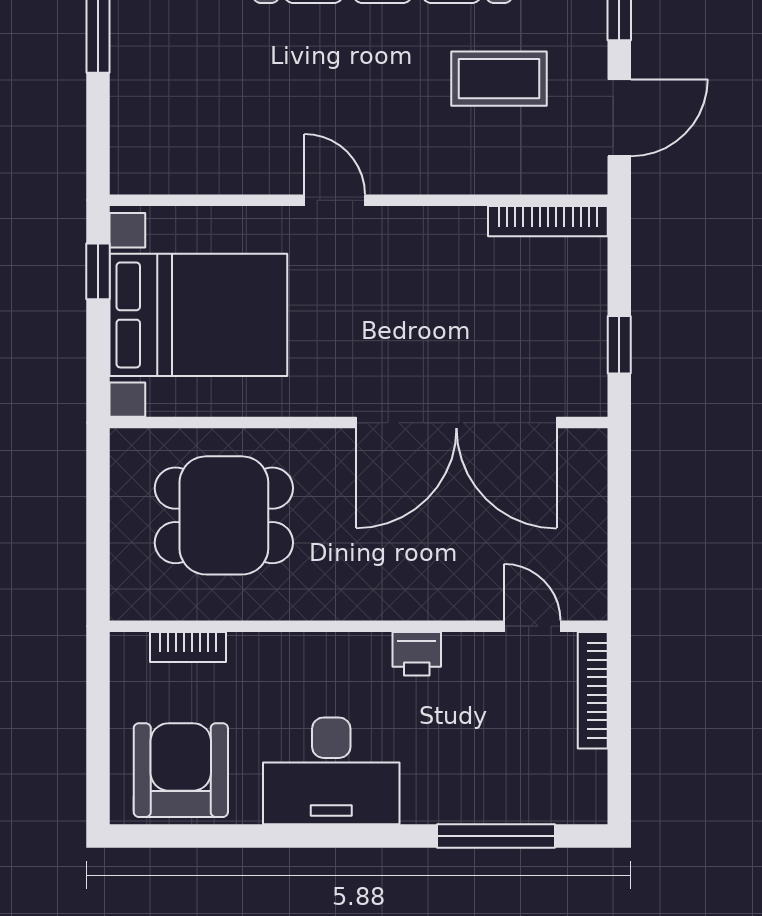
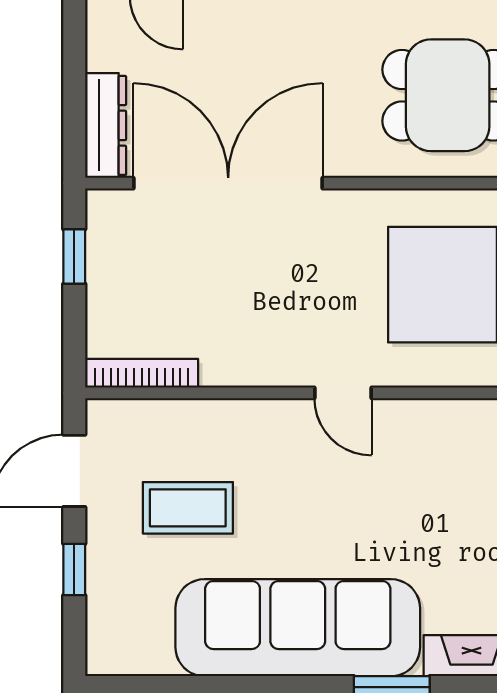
dresser: (586, 484) -> (106, 125), added

